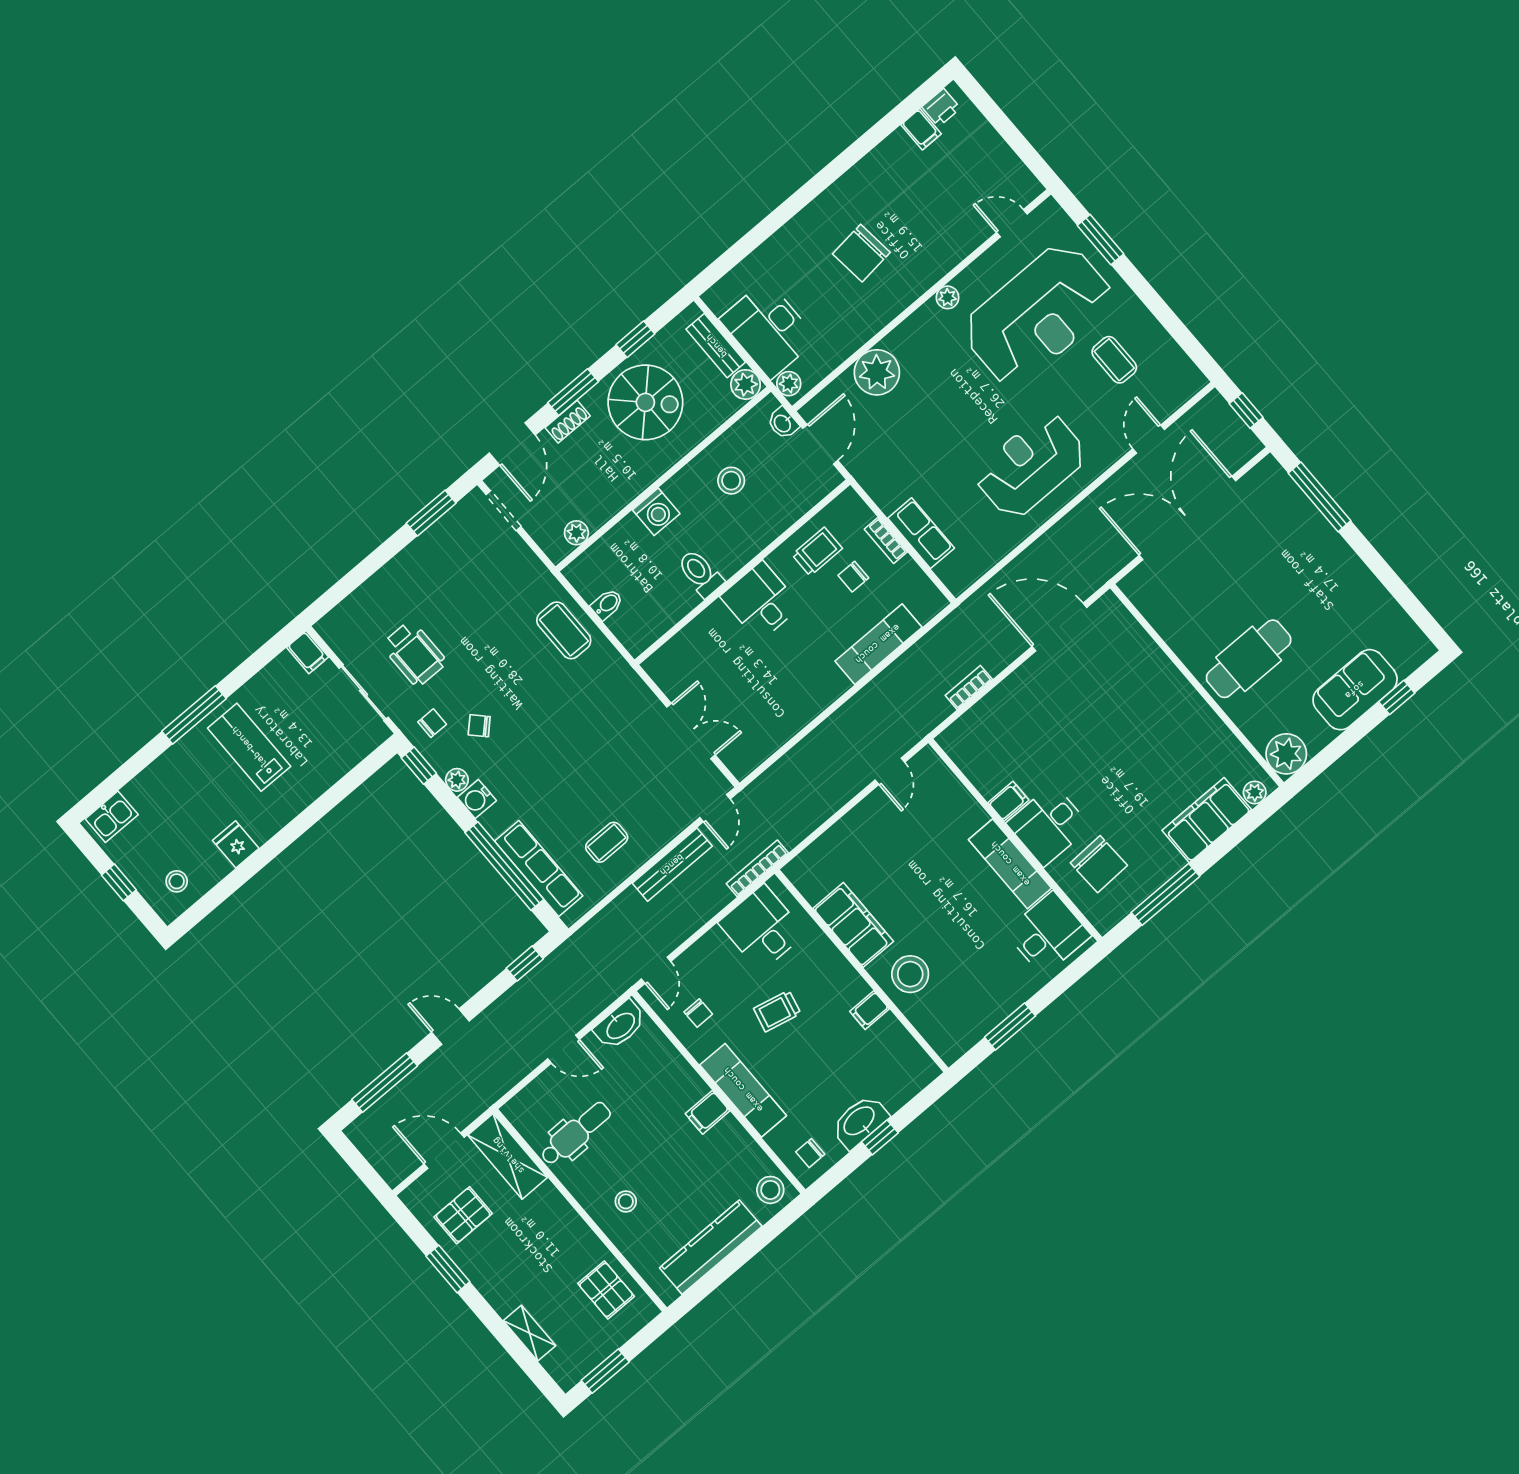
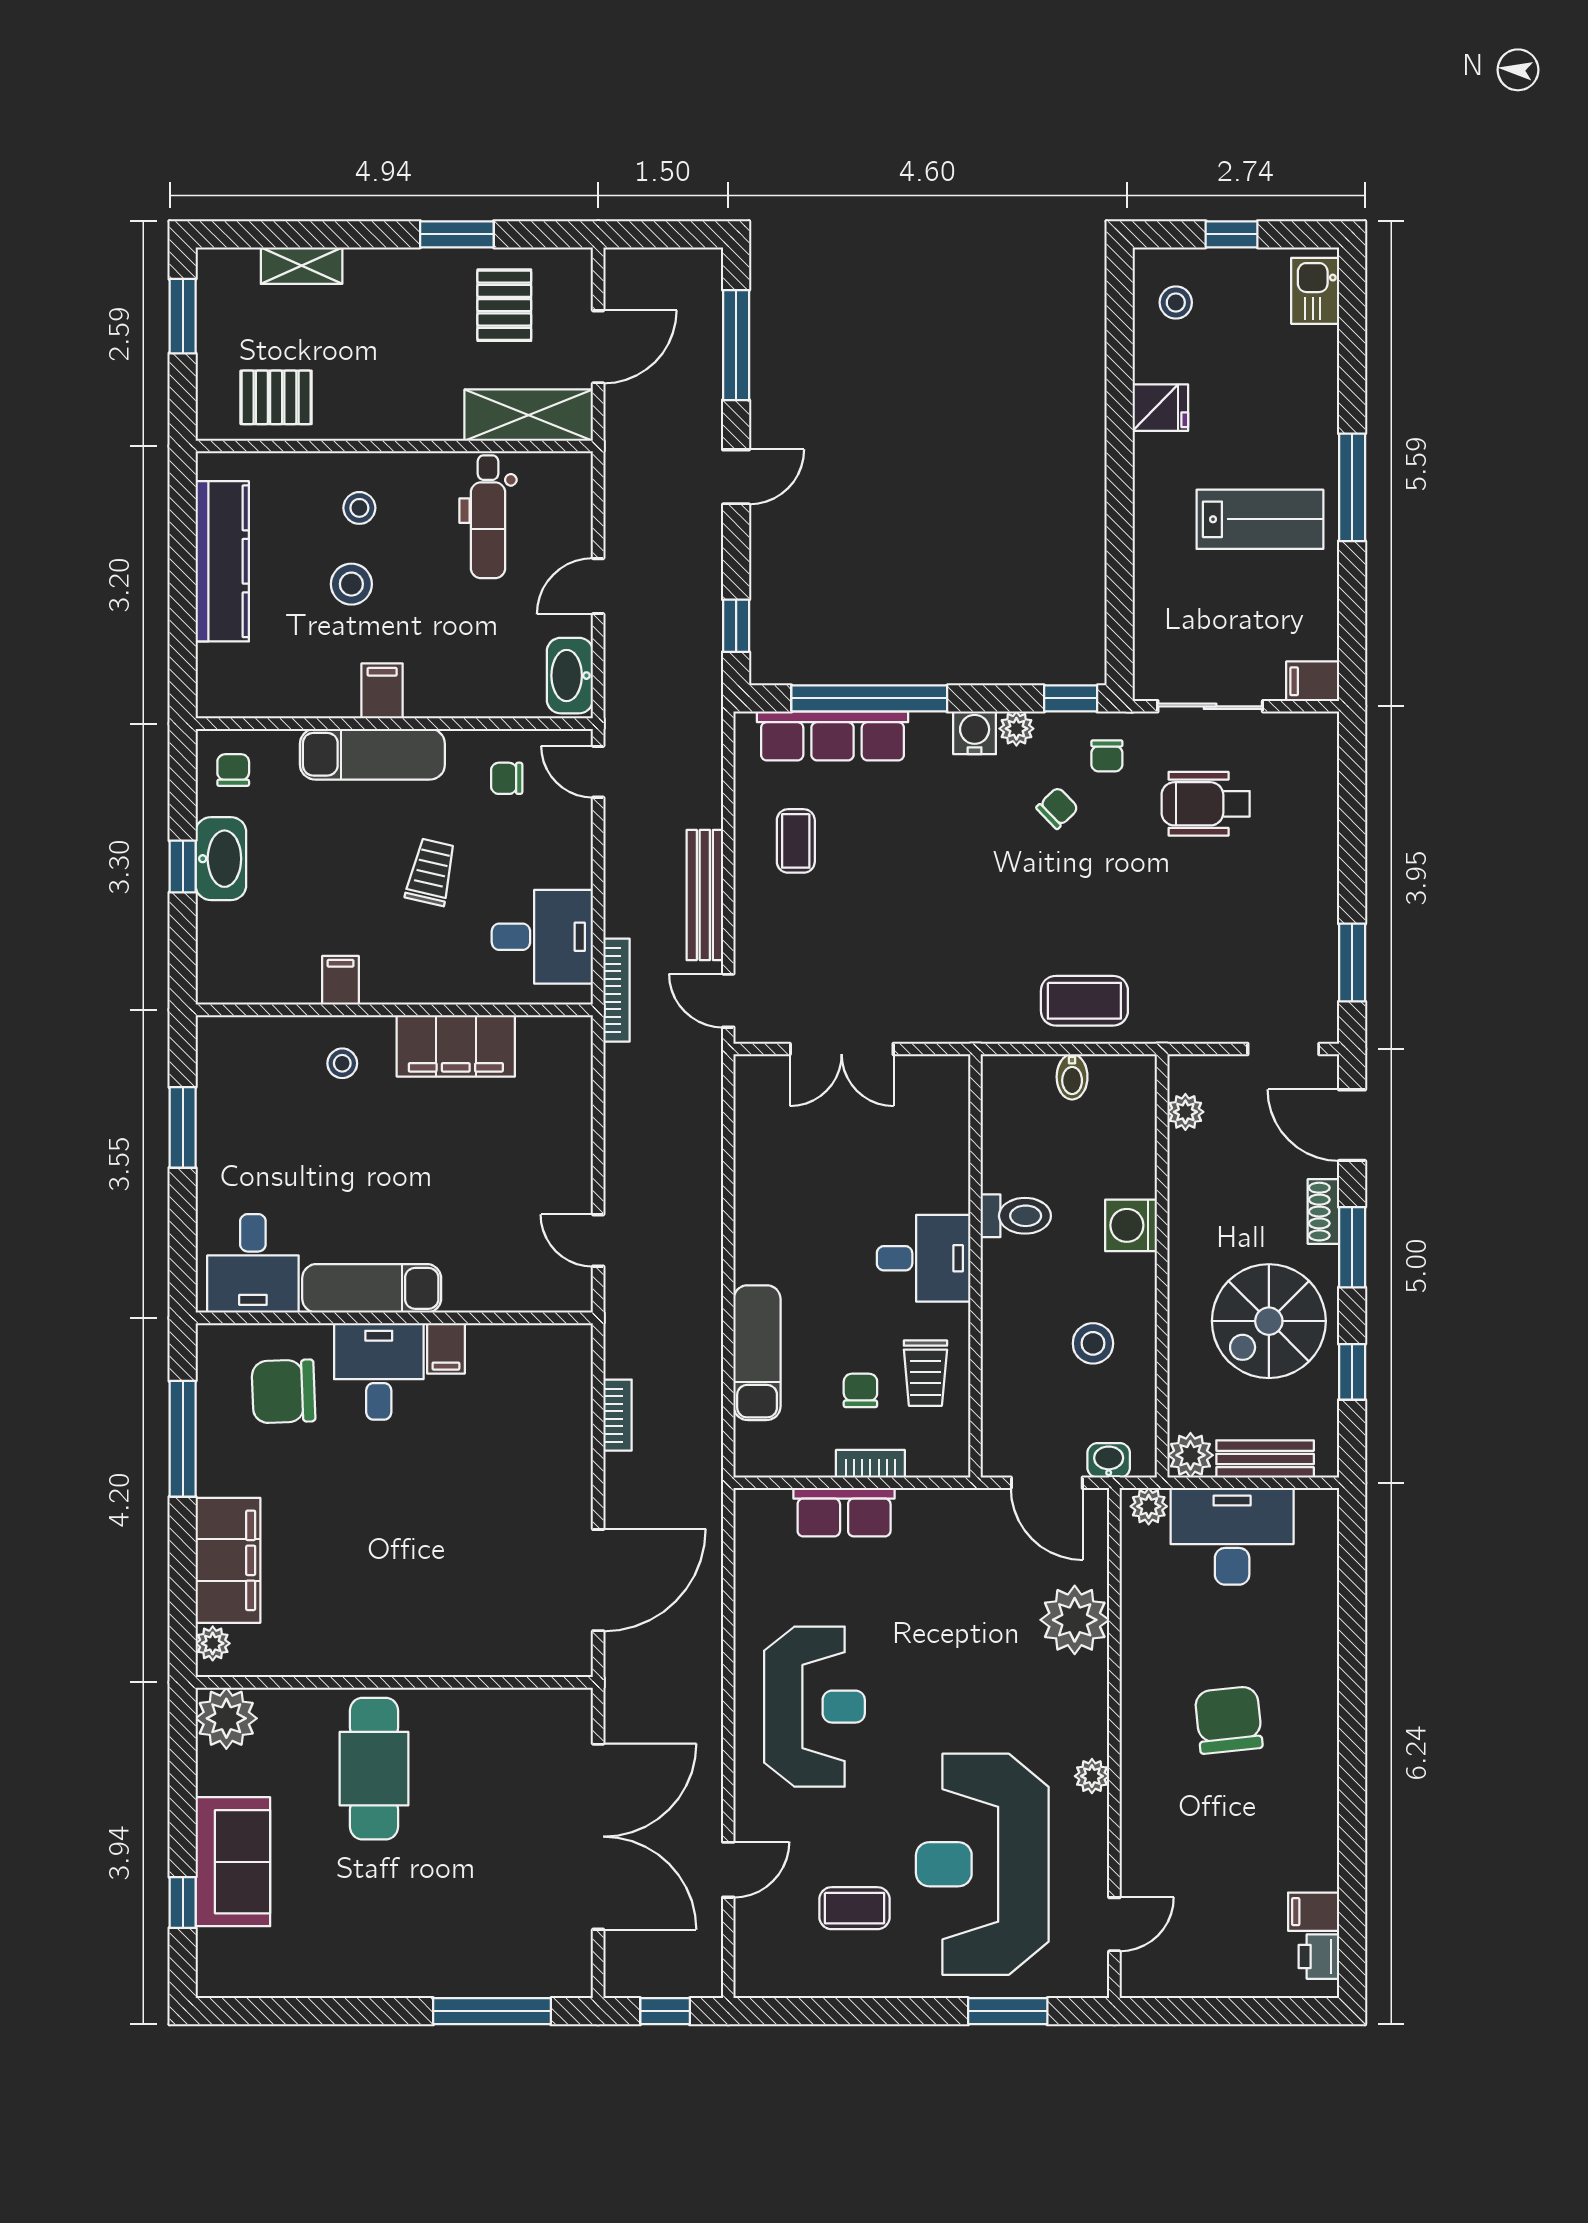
door: (1149, 439) -> (728, 1870), hinge flipped
stool: (910, 974) -> (342, 1063), width x0.53, depth x0.53
stool: (770, 1190) -> (351, 584), moved

